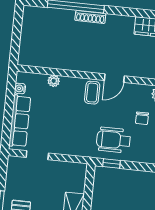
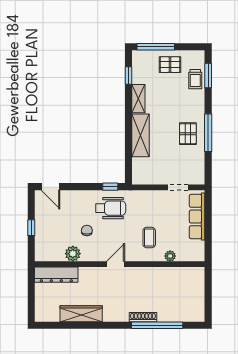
water cooler: (20, 88) -> (200, 246), removed
coffee table: (92, 93) -> (149, 238), moved

